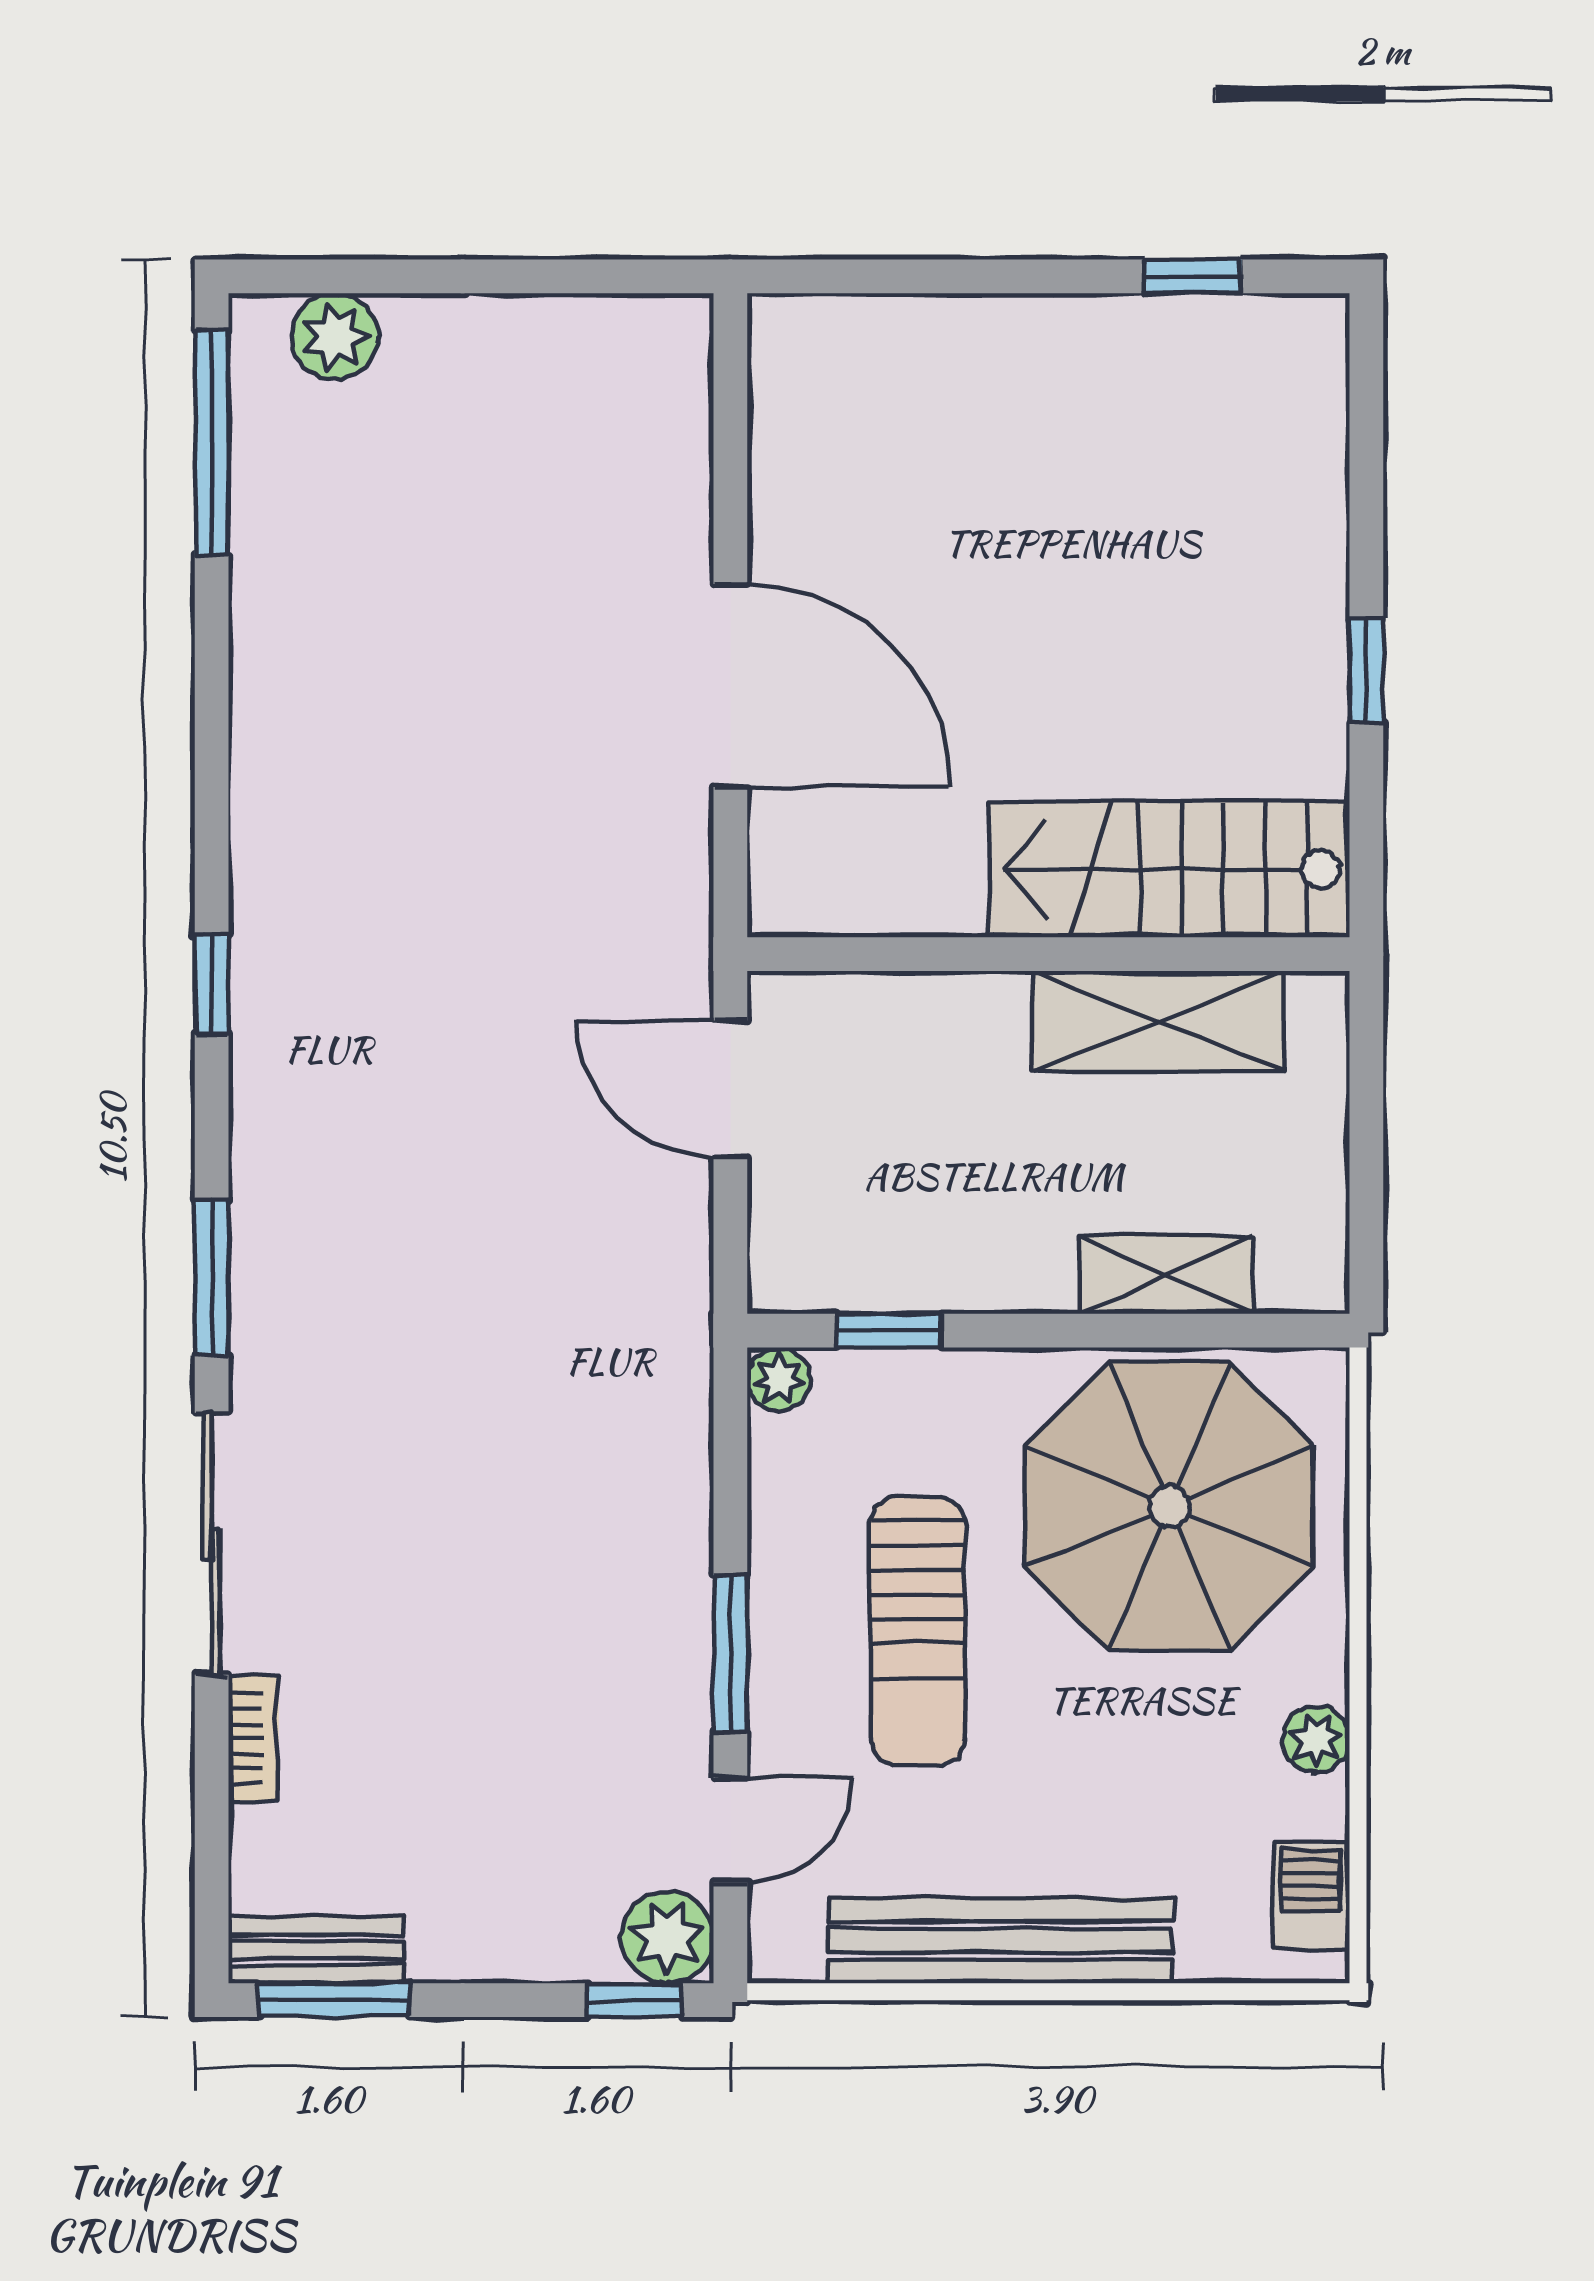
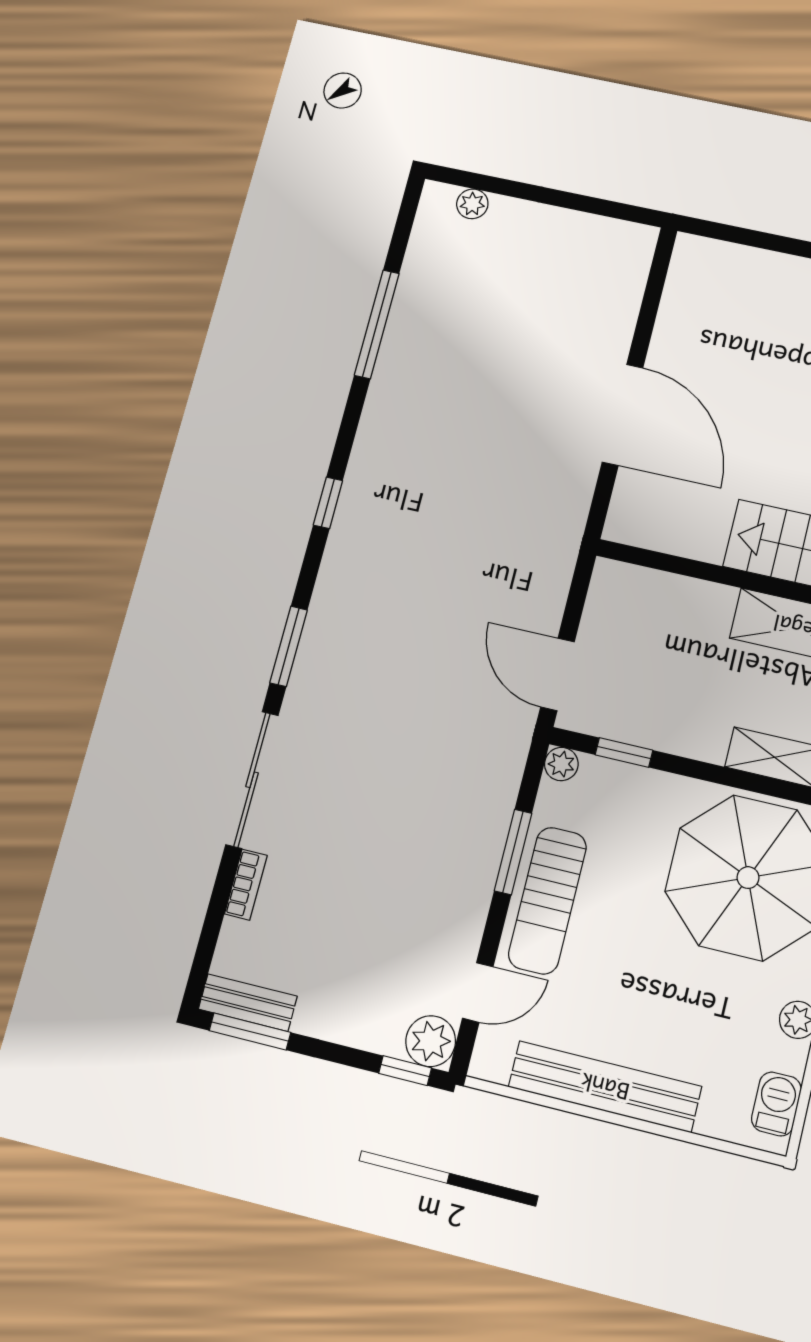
plant: (335, 336) -> (472, 204), width x0.73, depth x0.73
window: (212, 442) -> (377, 324), moved
door: (730, 1089) -> (558, 674), moved
sun lounger: (917, 1631) -> (547, 901), moved
window: (730, 1654) -> (513, 852), moved

